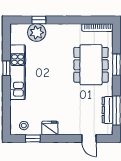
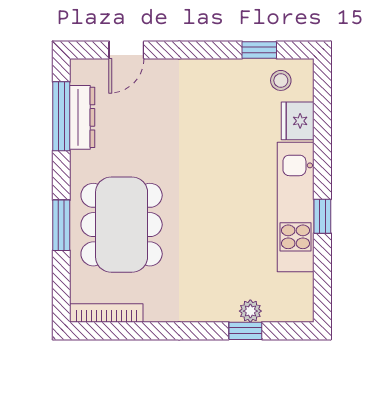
plant: (37, 33) -> (250, 311), width x0.53, depth x0.53
fridge: (50, 128) -> (298, 121), moved, turned 90
door: (89, 138) -> (126, 50), swing flipped

